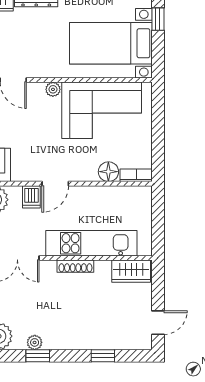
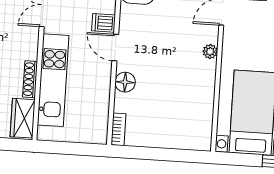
corner sofa: (102, 110) -> (186, 99), removed
floor lamp: (108, 172) -> (125, 82), moved
shoe rack: (75, 266) -> (30, 79), moved

